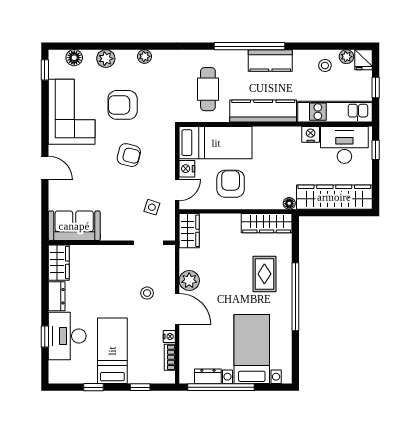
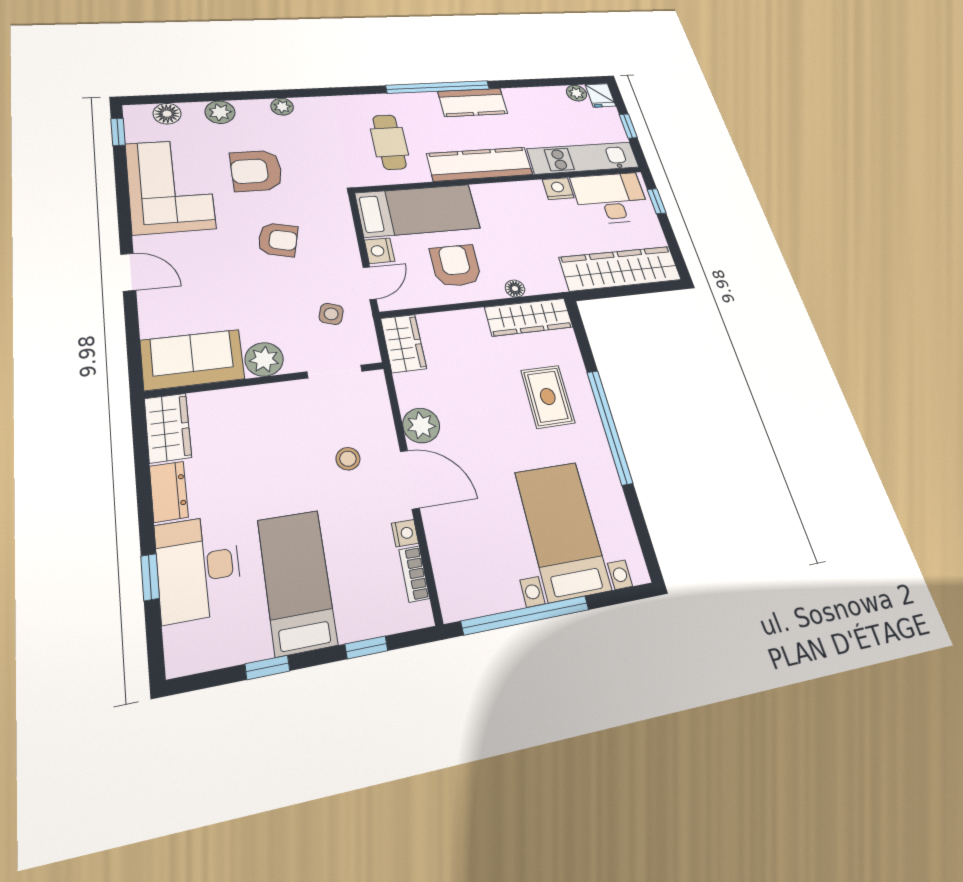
stool: (325, 65) -> (551, 104), removed
floor lamp: (289, 203) -> (515, 289), moved
plant: (112, 231) -> (264, 359), added
dresser: (208, 376) -> (496, 598), removed

